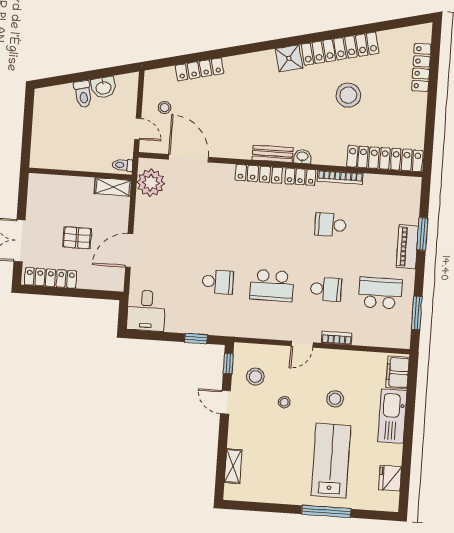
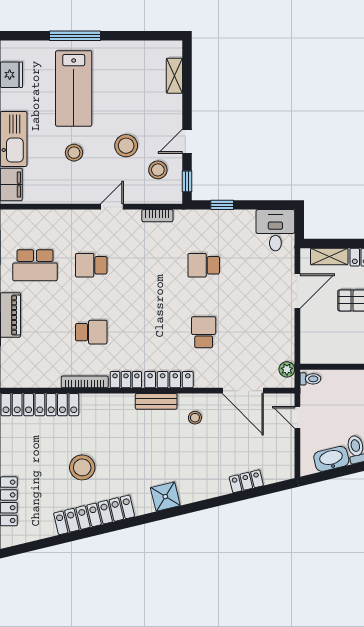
shower: (289, 58) -> (165, 497), moved
locker: (200, 69) -> (246, 481), width x0.66
washbasin: (103, 87) -> (331, 459), width x1.38
stool: (165, 108) -> (195, 418), moved
washbasin: (302, 157) -> (125, 401), removed
plant: (151, 183) -> (287, 369), width x0.53, depth x0.53
shelving: (113, 187) -> (329, 257), moved
school desk: (272, 285) -> (204, 332), moved, width x0.54
bookcase: (337, 338) -> (157, 216), moved
door: (225, 402) -> (187, 141), swing flipped
stool: (284, 402) -> (126, 146), width x1.89, depth x1.89

